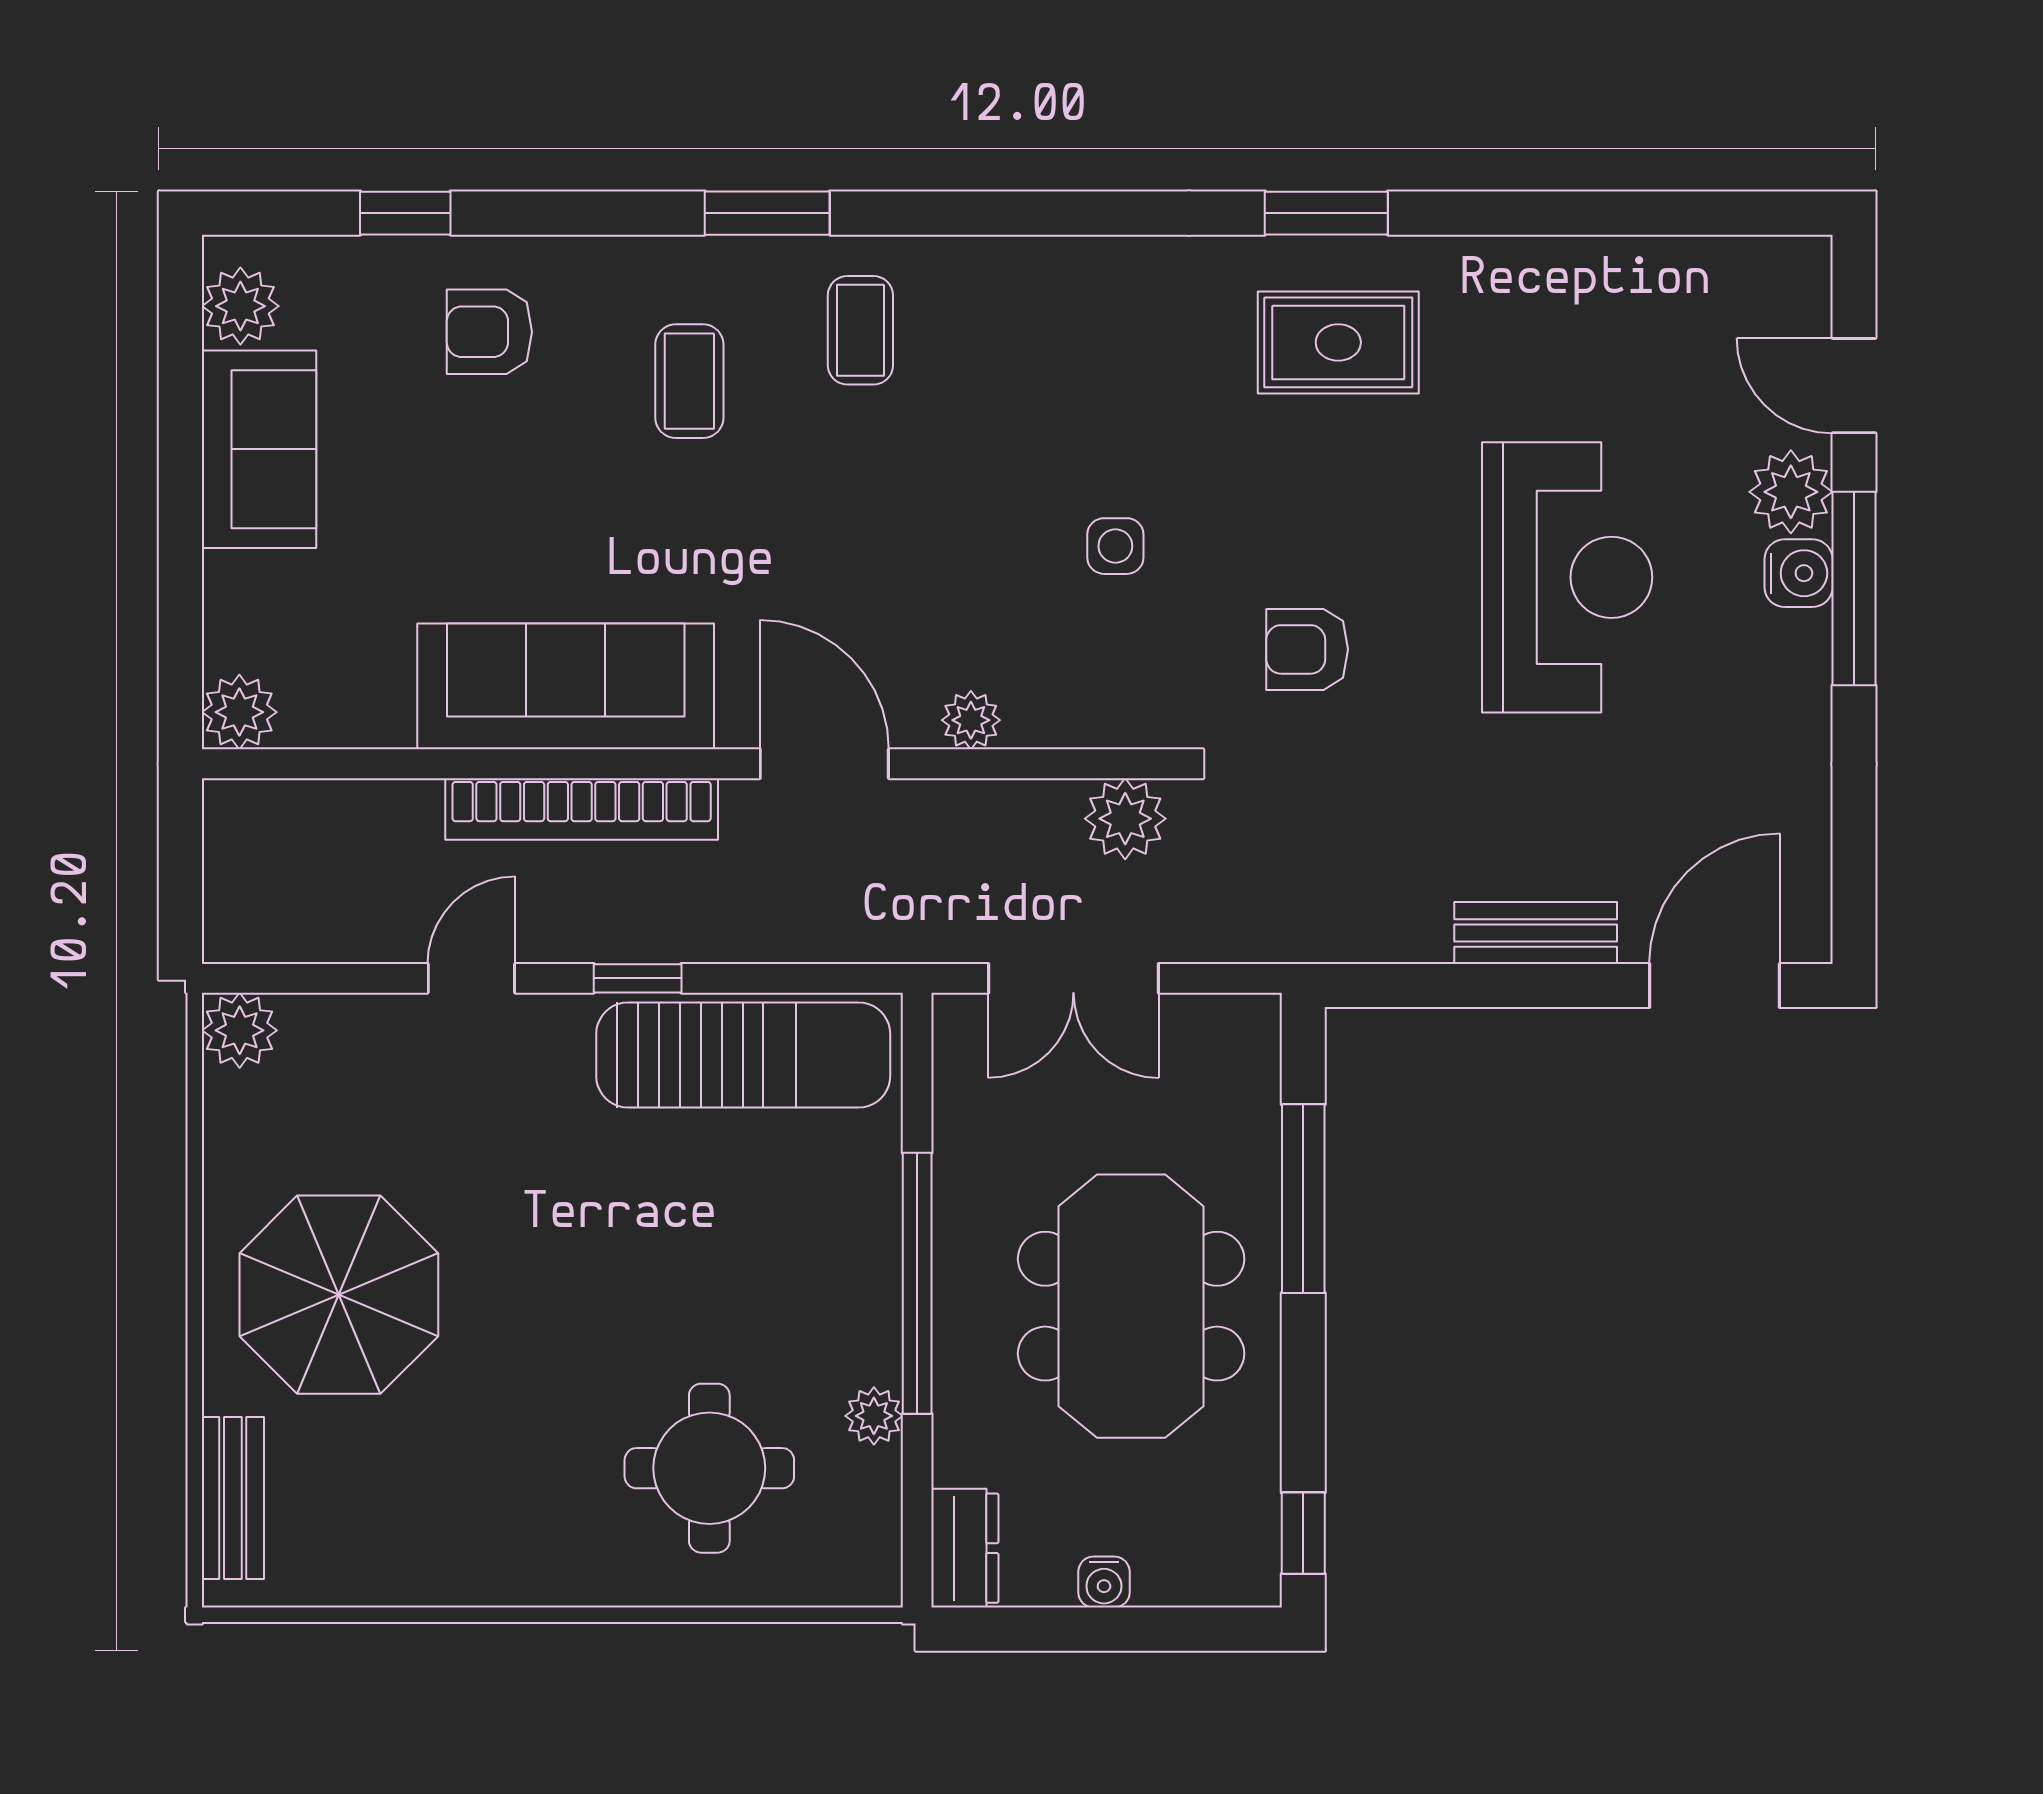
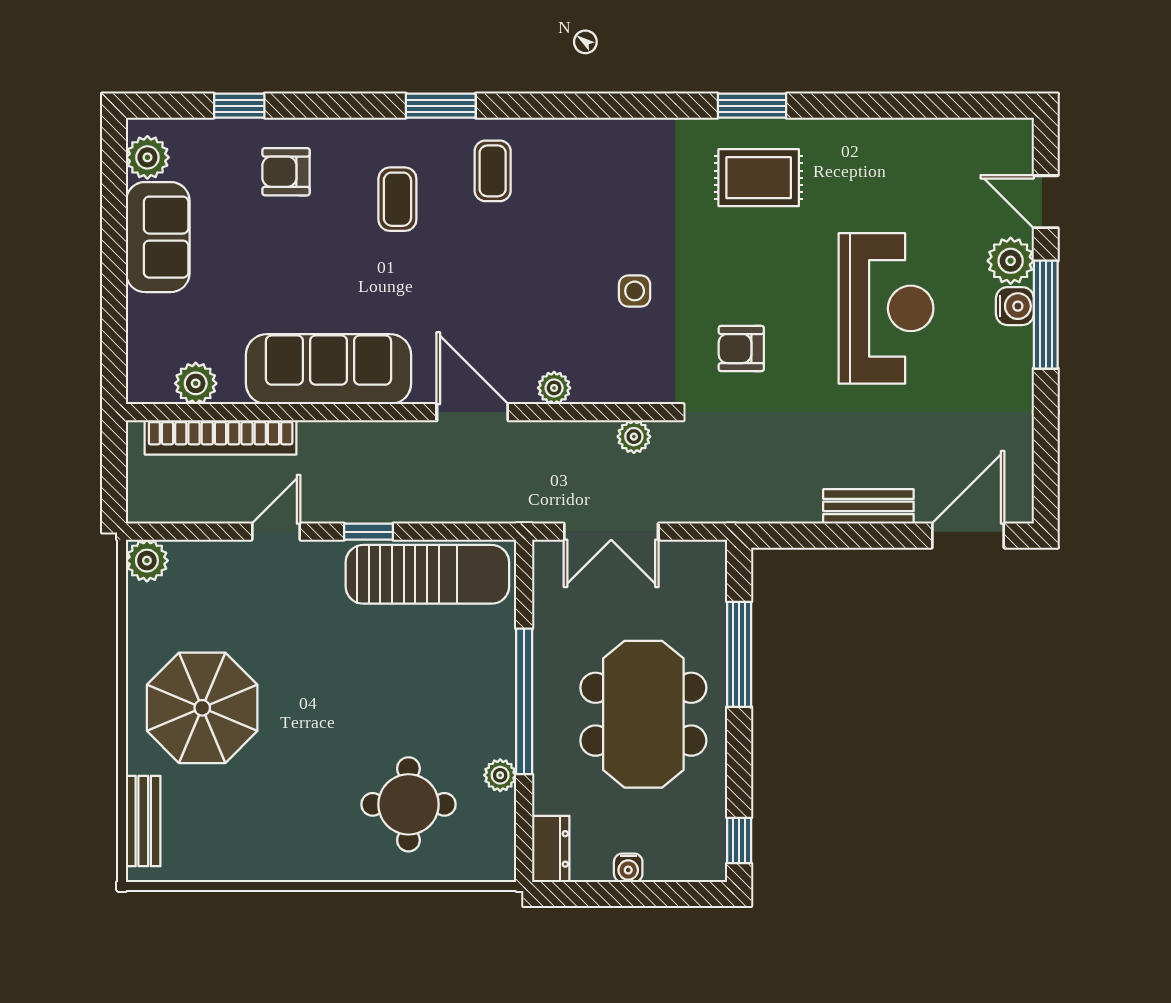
plant: (239, 712) -> (196, 383), moved
bookcase: (582, 809) -> (221, 437), moved
plant: (1125, 819) -> (634, 437), width x0.73, depth x0.73

